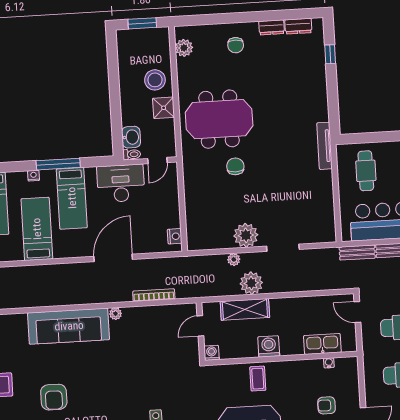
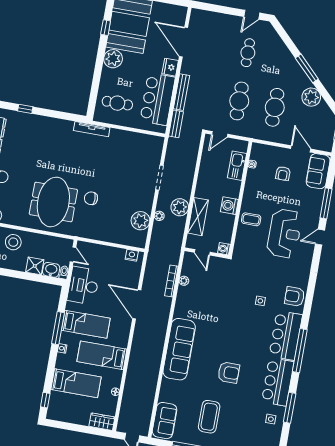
shower: (164, 108) -> (35, 266), moved
plant: (246, 235) -> (140, 221), moved
plant: (115, 314) -> (184, 281), moved

